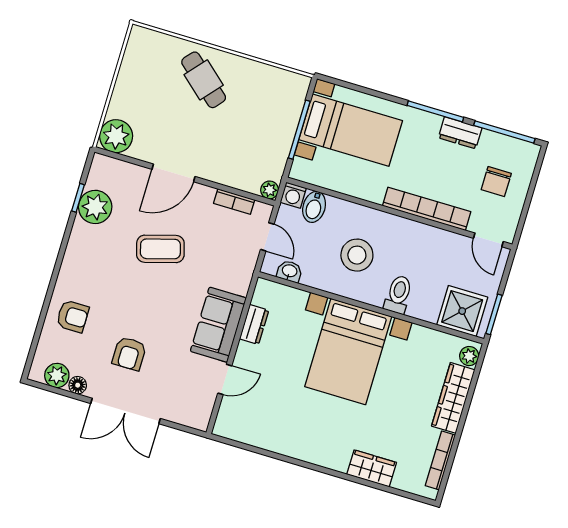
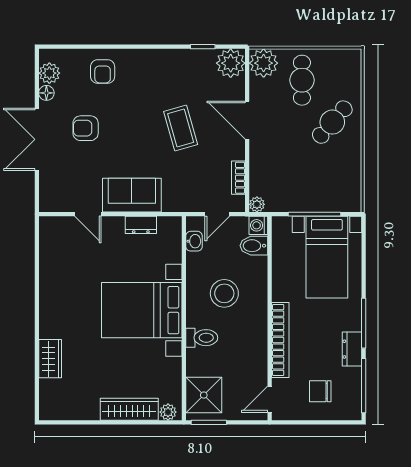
cafe table: (148, 99) -> (302, 80), added
plant: (95, 207) -> (231, 63), moved
bookcase: (440, 460) -> (74, 414), removed

